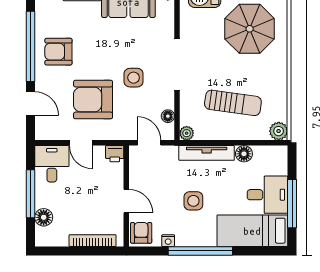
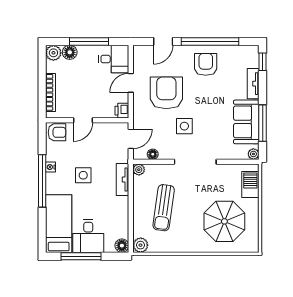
tv unit: (207, 153) -> (123, 179), width x0.71
floor lamp: (244, 154) -> (122, 246), moved
plant: (44, 237) -> (53, 53), added
nightstand: (168, 241) -> (51, 167), moved

